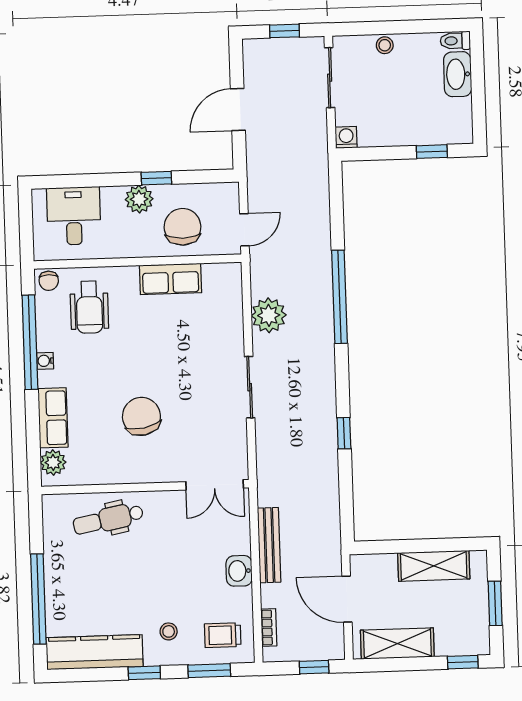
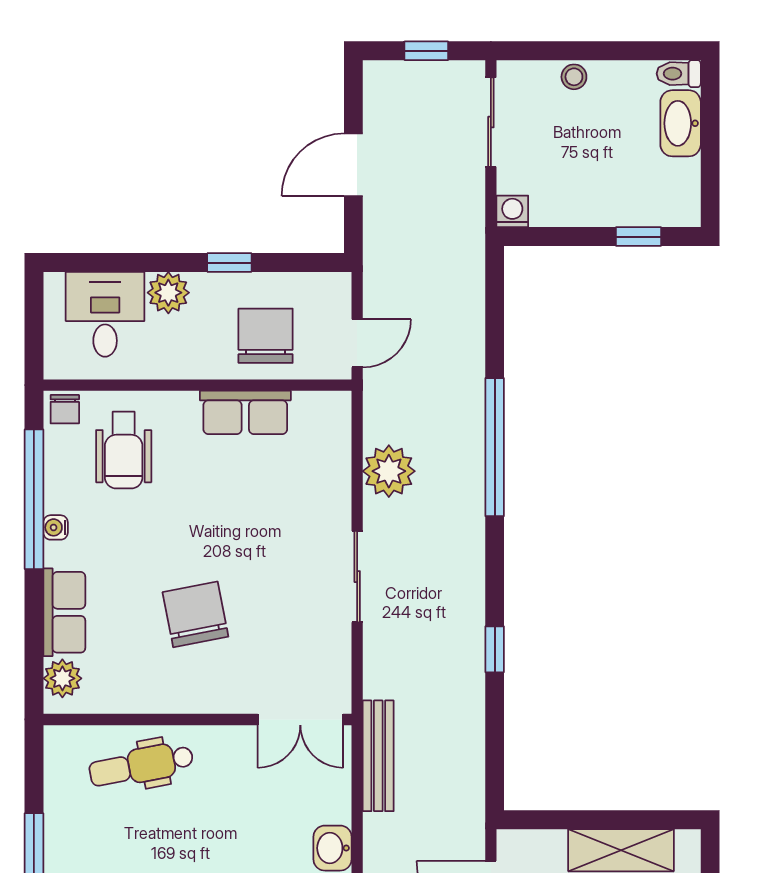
plant: (139, 199) -> (168, 293), moved
bench: (269, 545) -> (378, 756), moved

